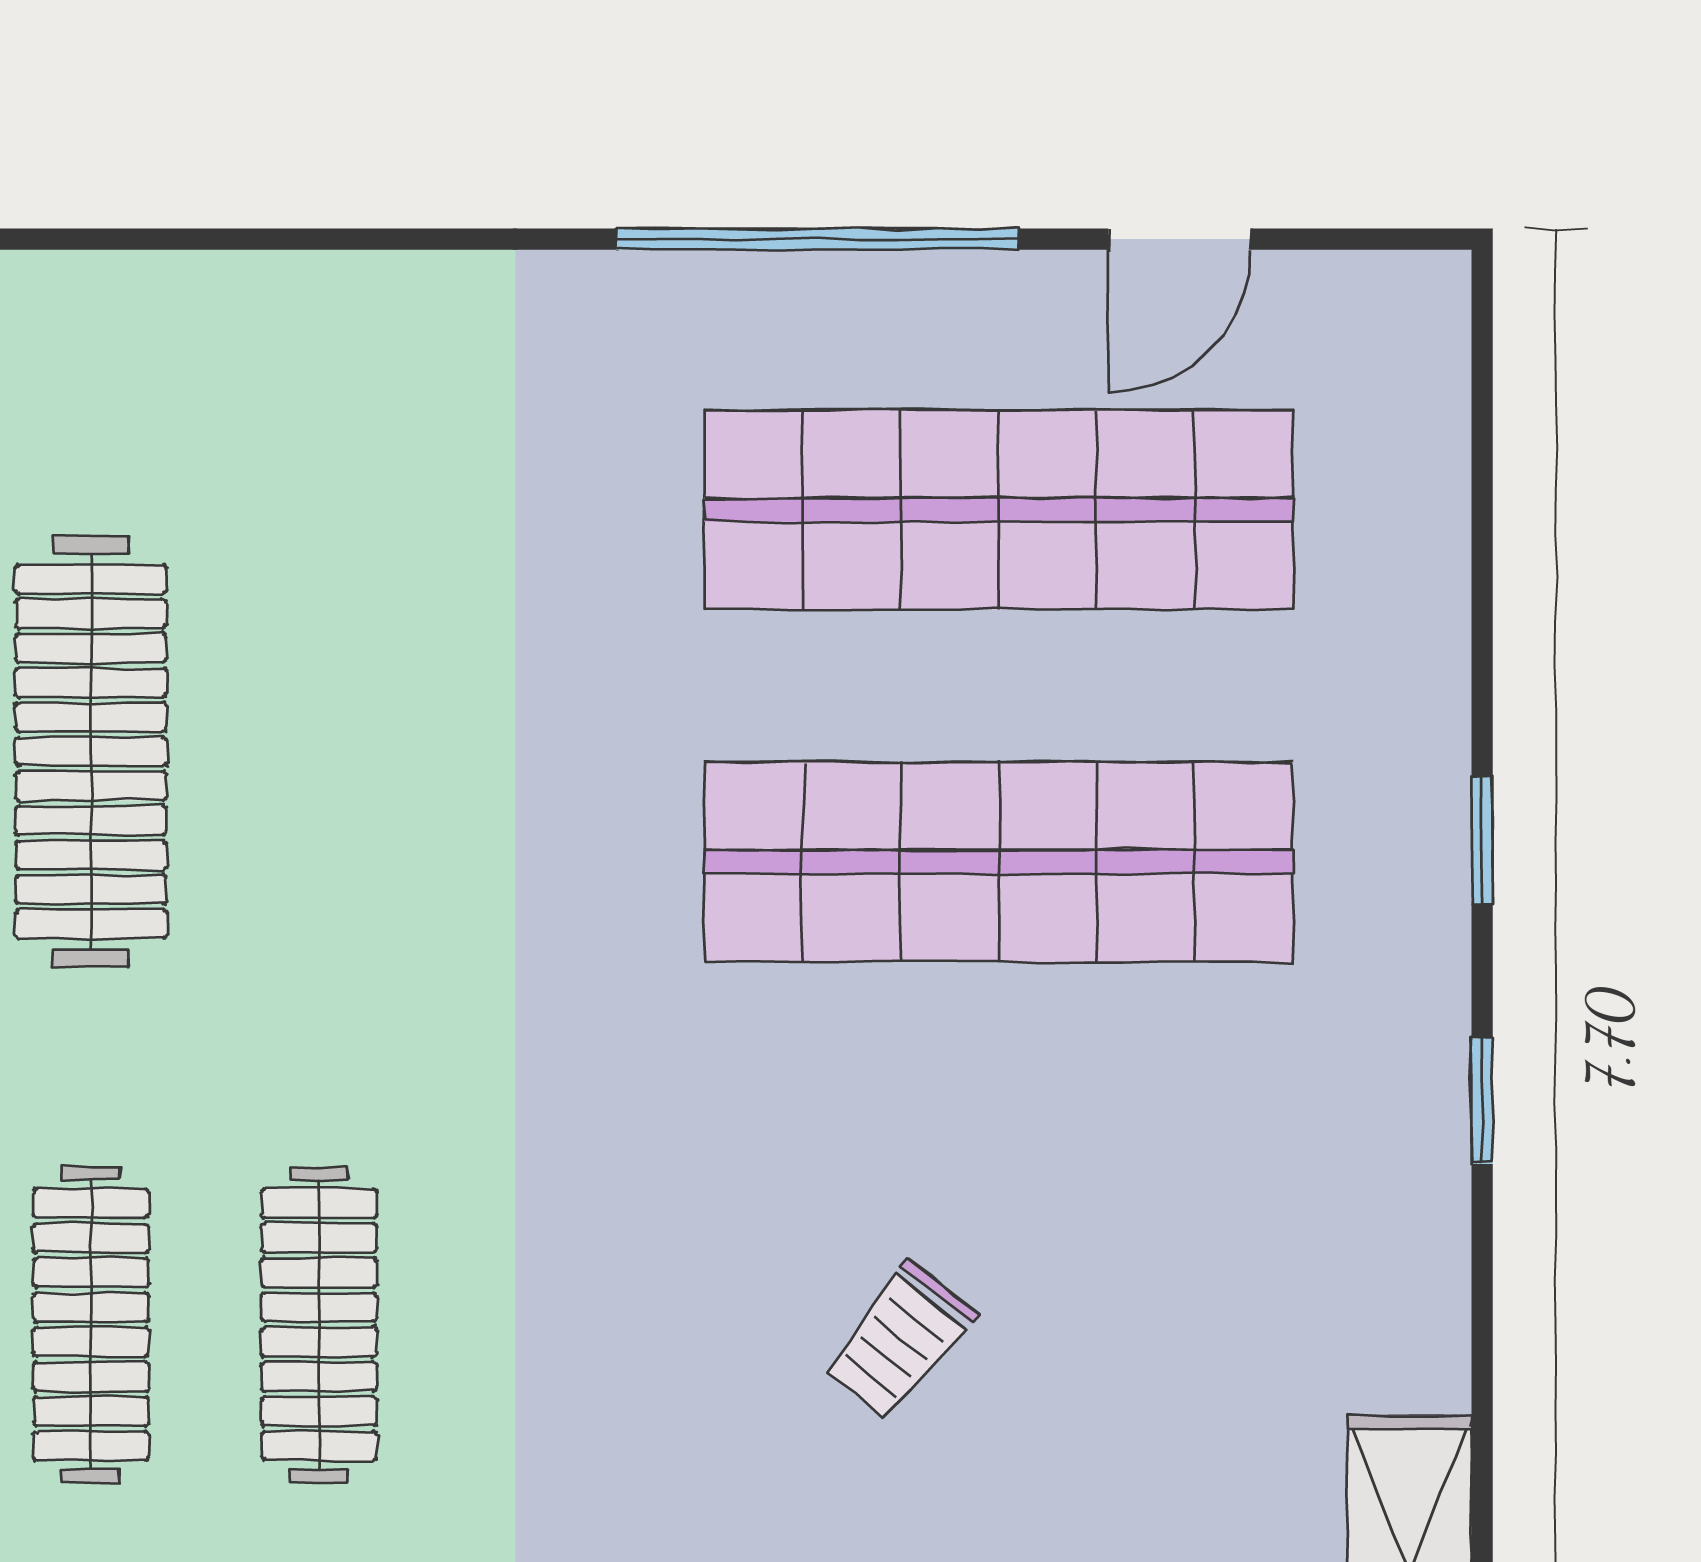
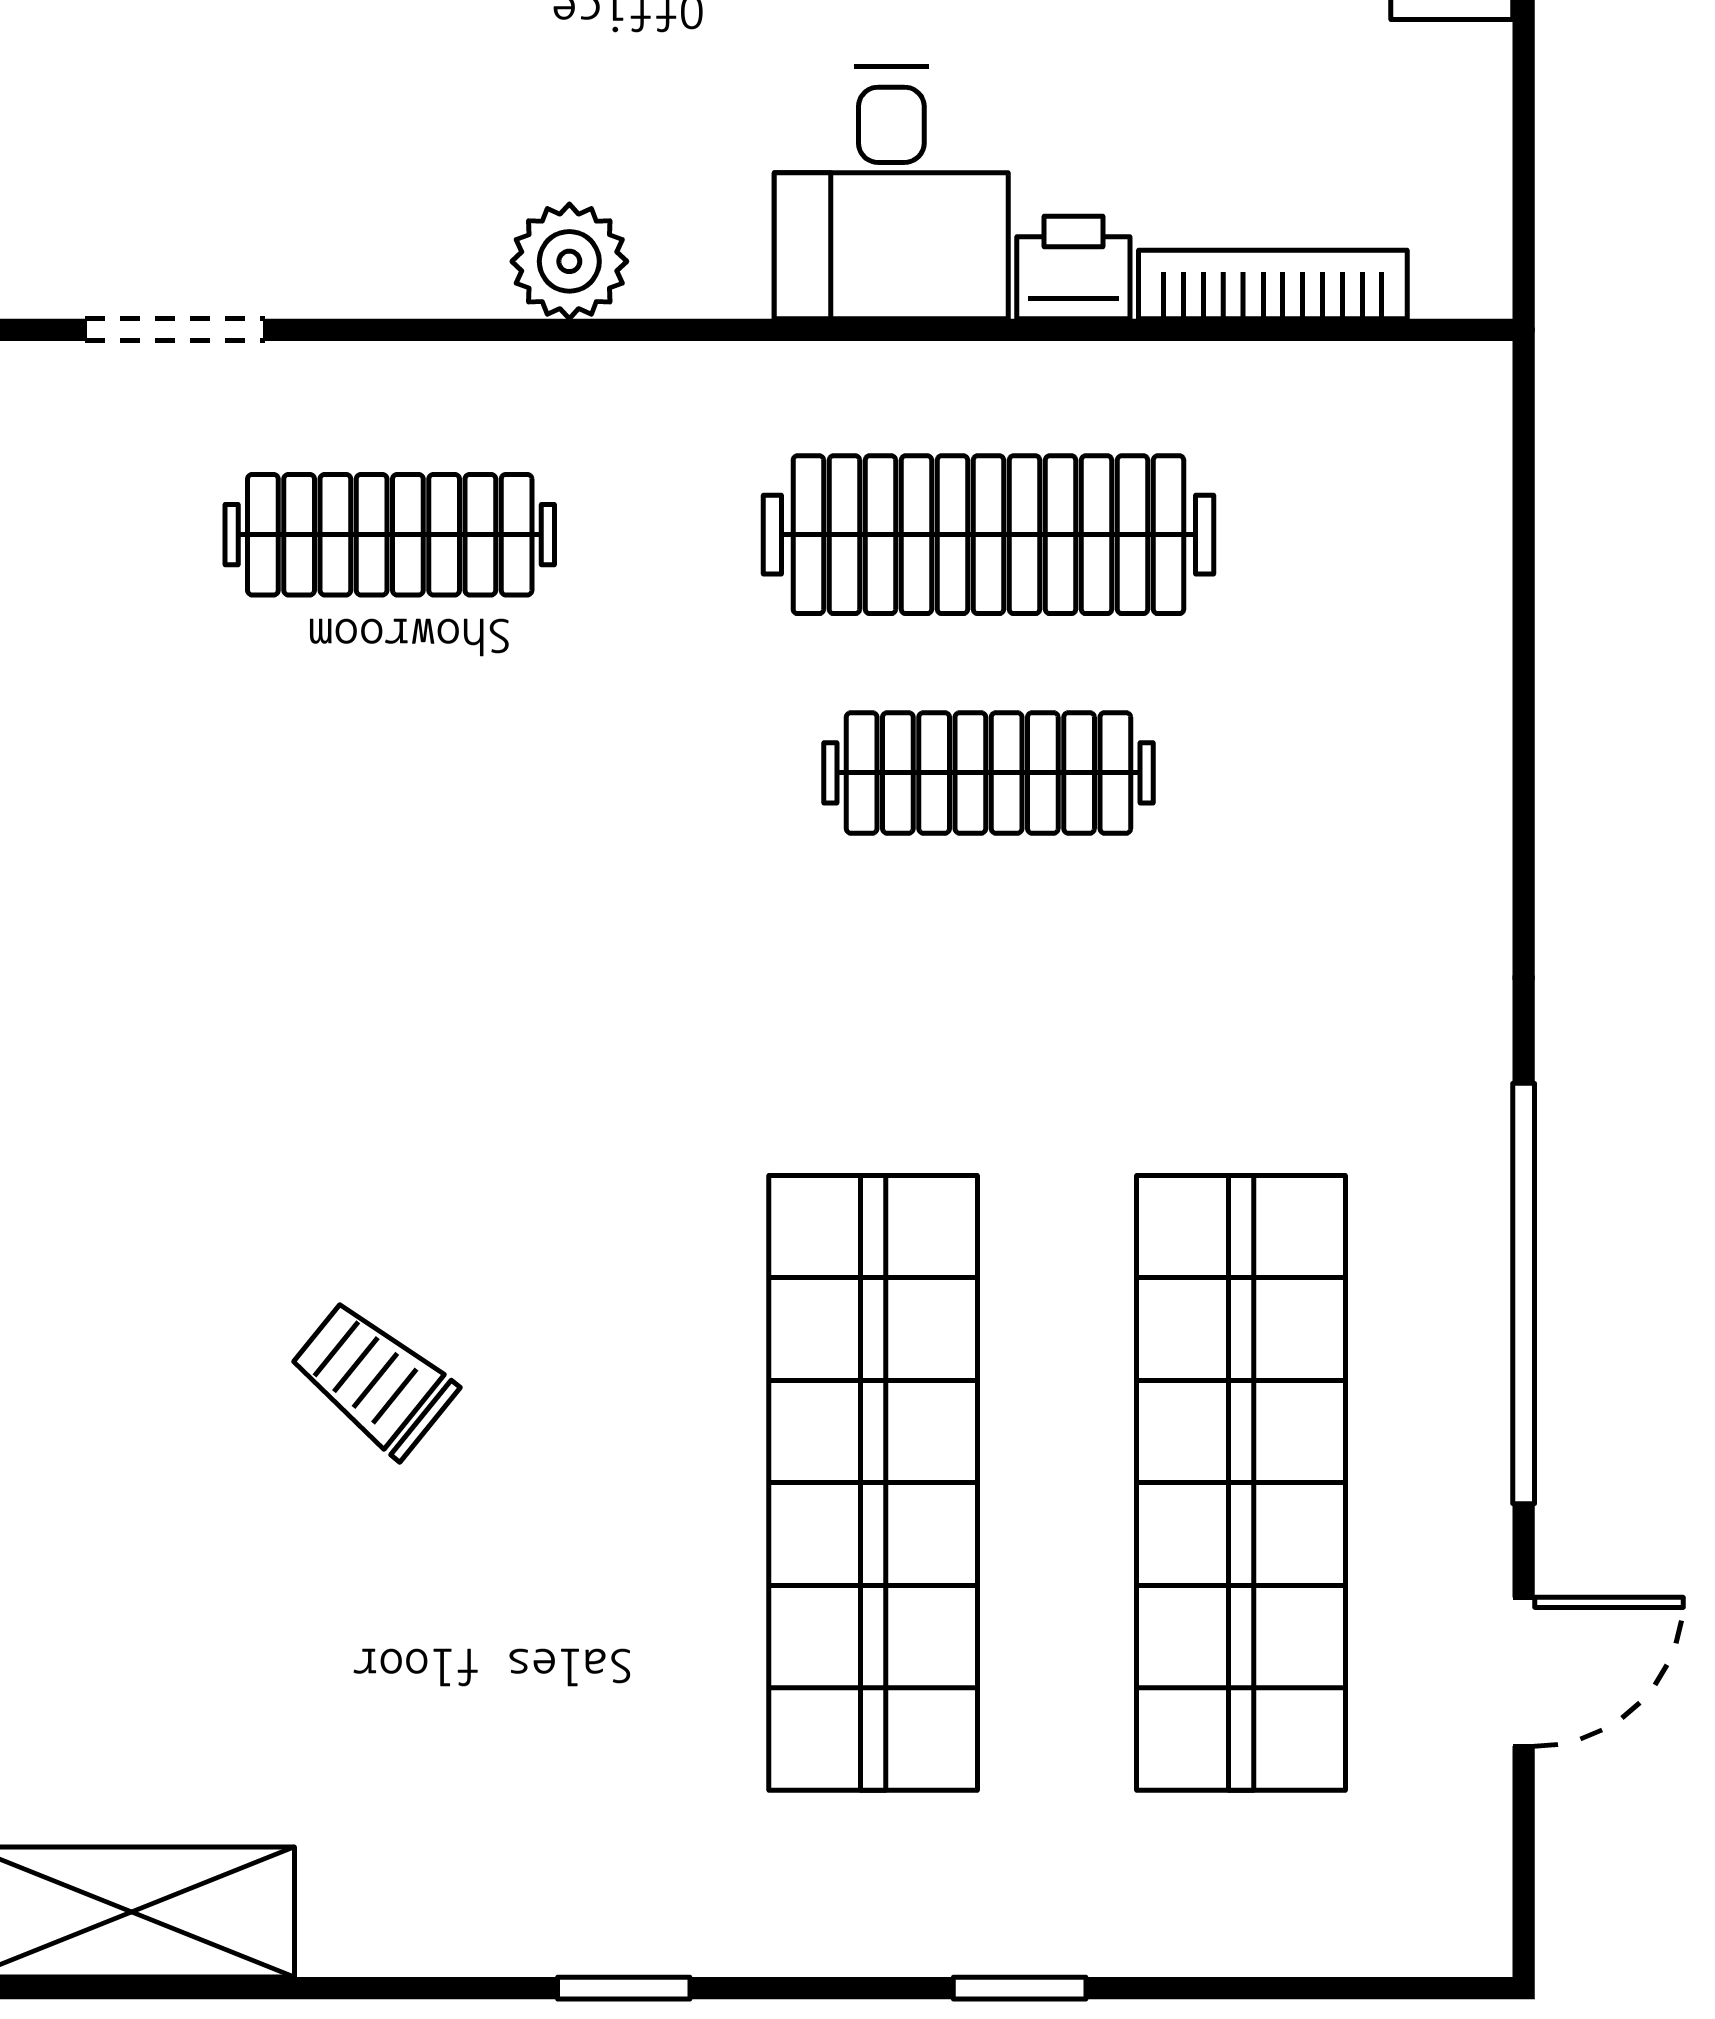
door: (1179, 239) -> (1524, 1672), swing flipped
window: (1482, 840) -> (1020, 1988), moved
clothes rail: (319, 1325) -> (988, 773), moved

